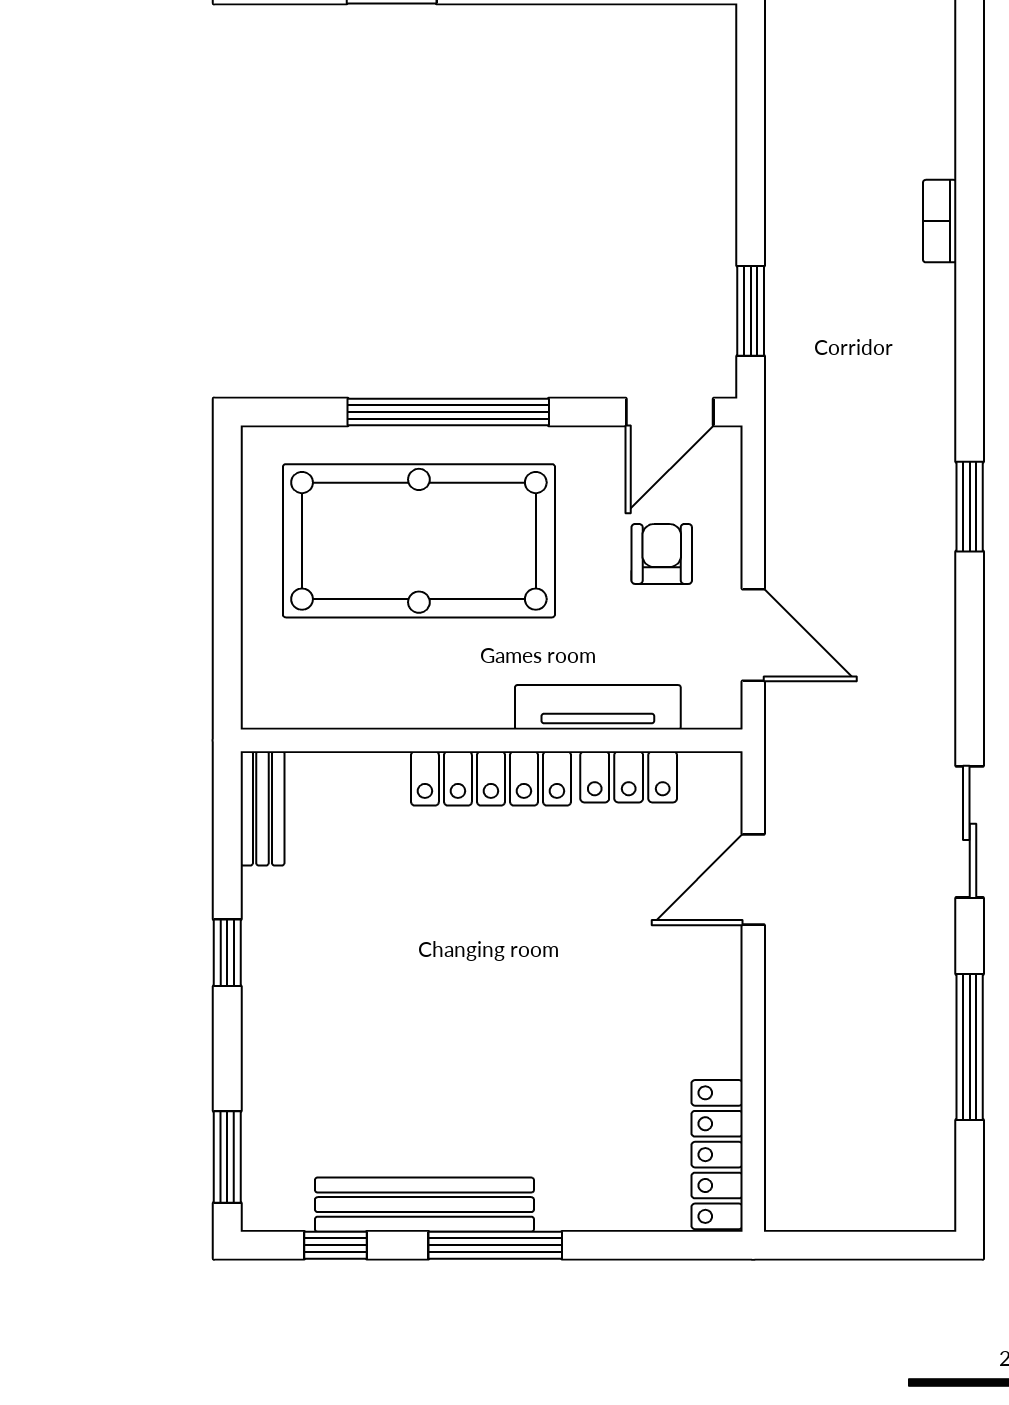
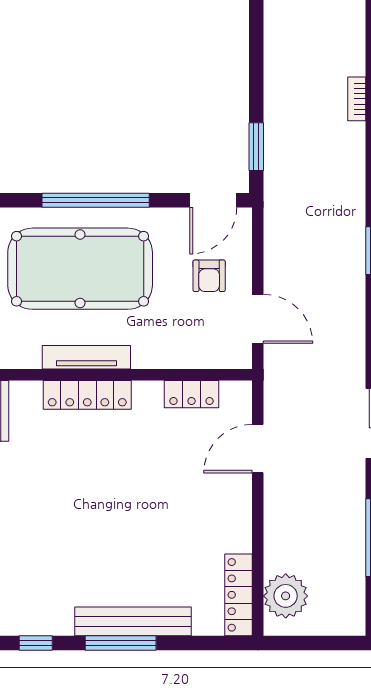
armchair: (662, 554) -> (209, 276), turned 180
tv unit: (598, 707) -> (86, 357), moved
locker: (491, 778) -> (87, 395), moved
plant: (806, 1157) -> (286, 596), added
bench: (424, 1205) -> (133, 621), moved

